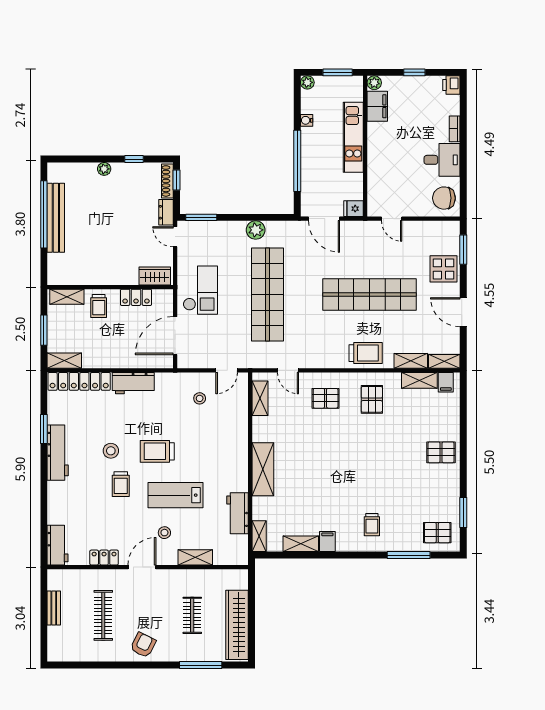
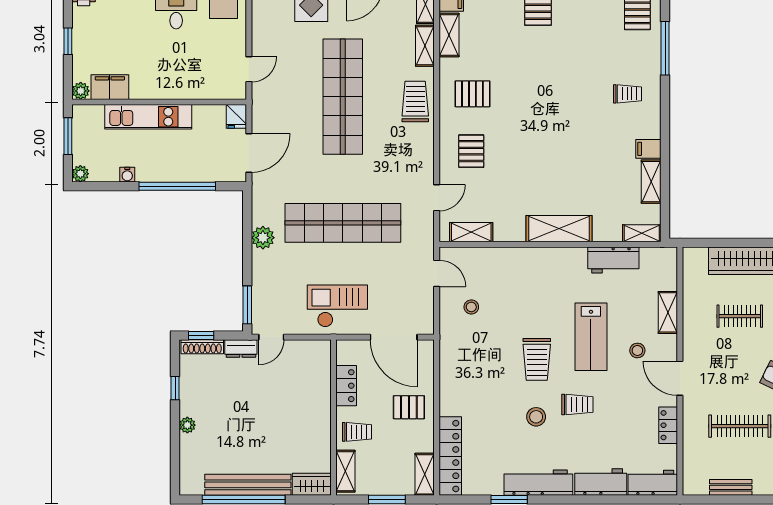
wardrobe: (155, 276) -> (312, 484), moved, turned 90
pallet: (118, 348) -> (409, 407), added
workbench: (133, 383) -> (601, 482), moved, turned -90

